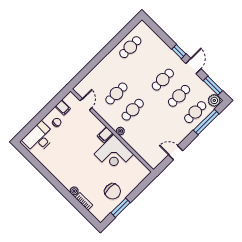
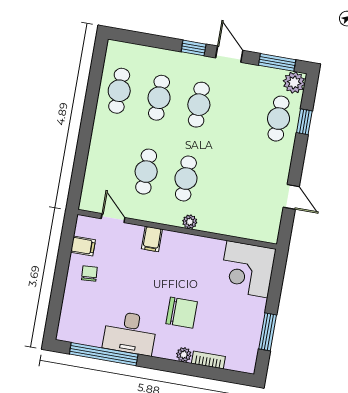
cafe table: (179, 96) -> (159, 98), moved
window: (206, 122) -> (304, 122), width x0.46
filing cabinet: (105, 135) -> (152, 239), moved
desk: (39, 138) -> (130, 333), moved, turned -90
door: (176, 153) -> (291, 197), swing flipped
corner desk: (114, 154) -> (247, 269), moved, turned 90
window: (37, 164) -> (104, 354), added
chair: (113, 191) -> (182, 313), moved

